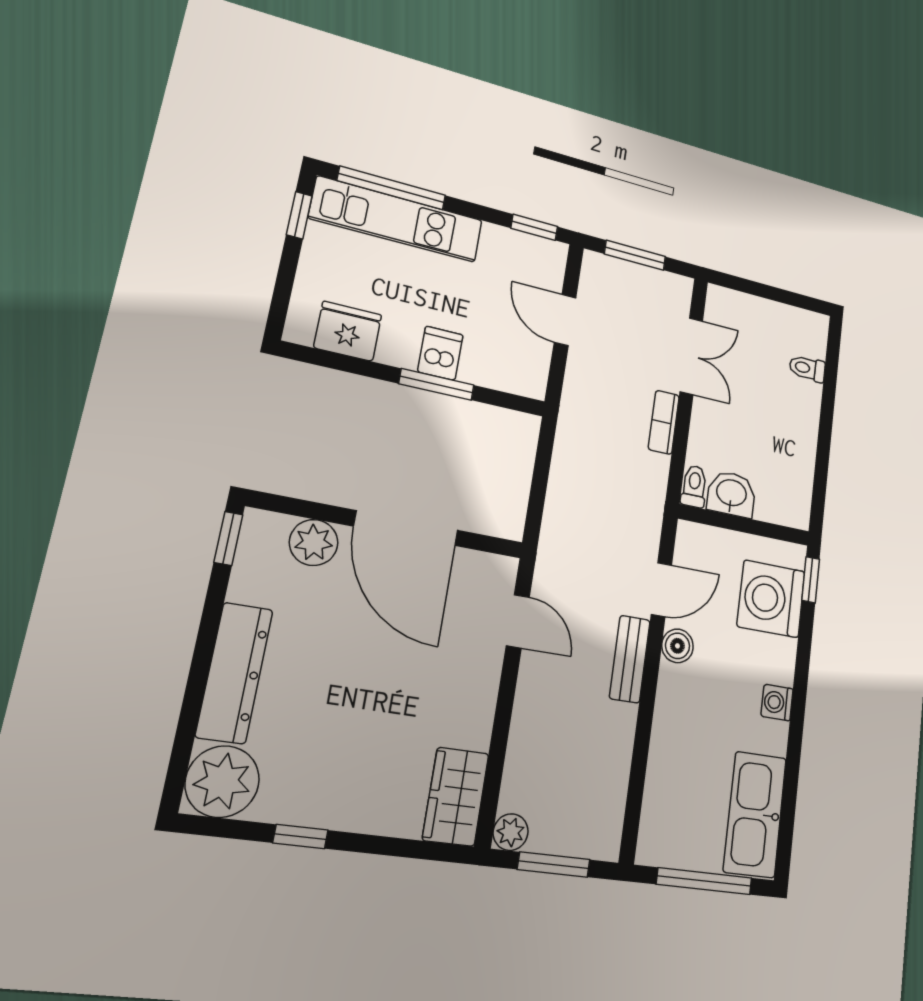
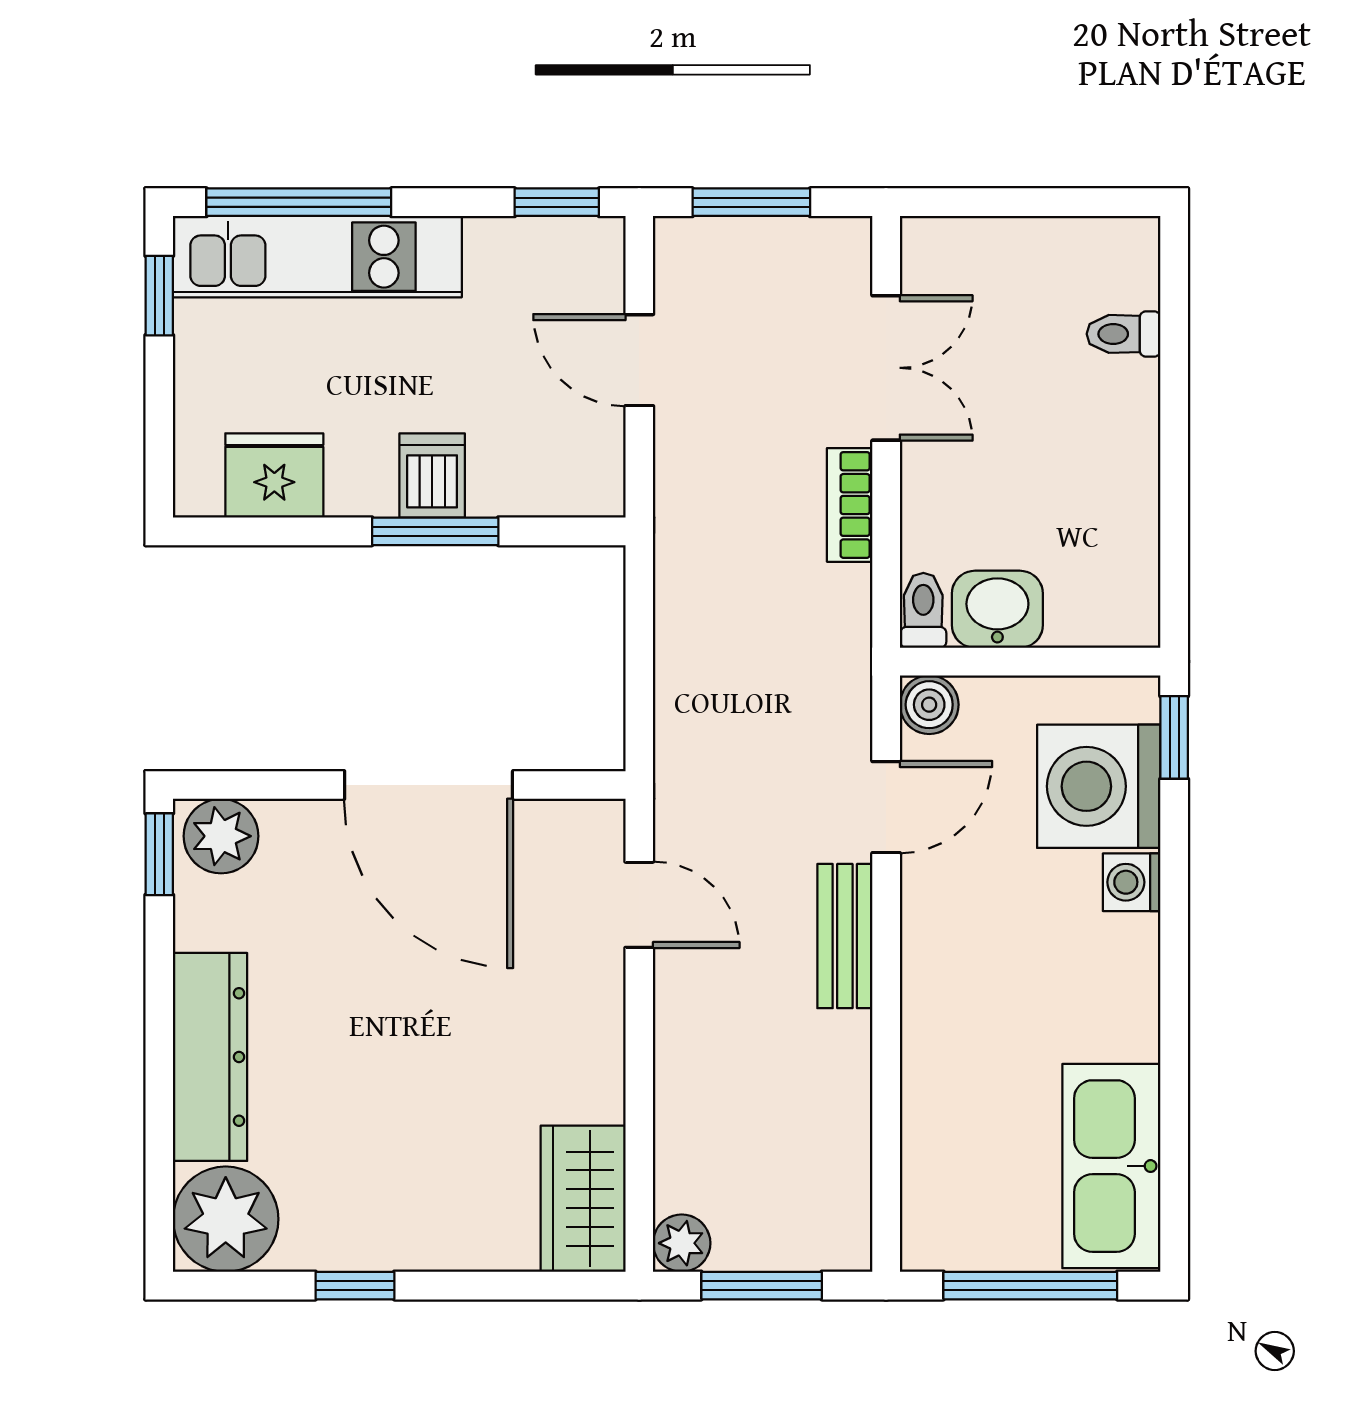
plant: (314, 543) -> (221, 836), moved
boiler: (677, 646) -> (929, 705), moved
washing machine: (777, 703) -> (1132, 882), moved

